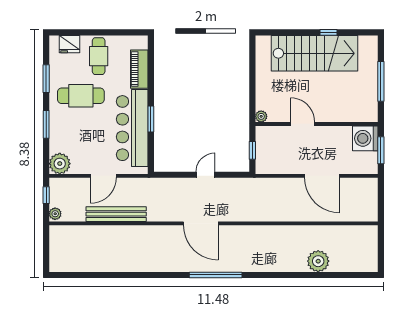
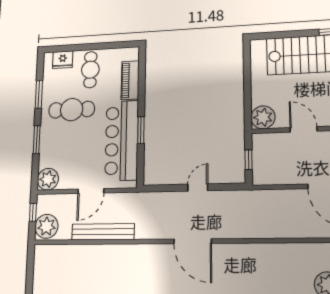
plant: (261, 116) -> (263, 117), width x1.88, depth x1.88
plant: (55, 214) -> (46, 226), width x1.88, depth x1.88

